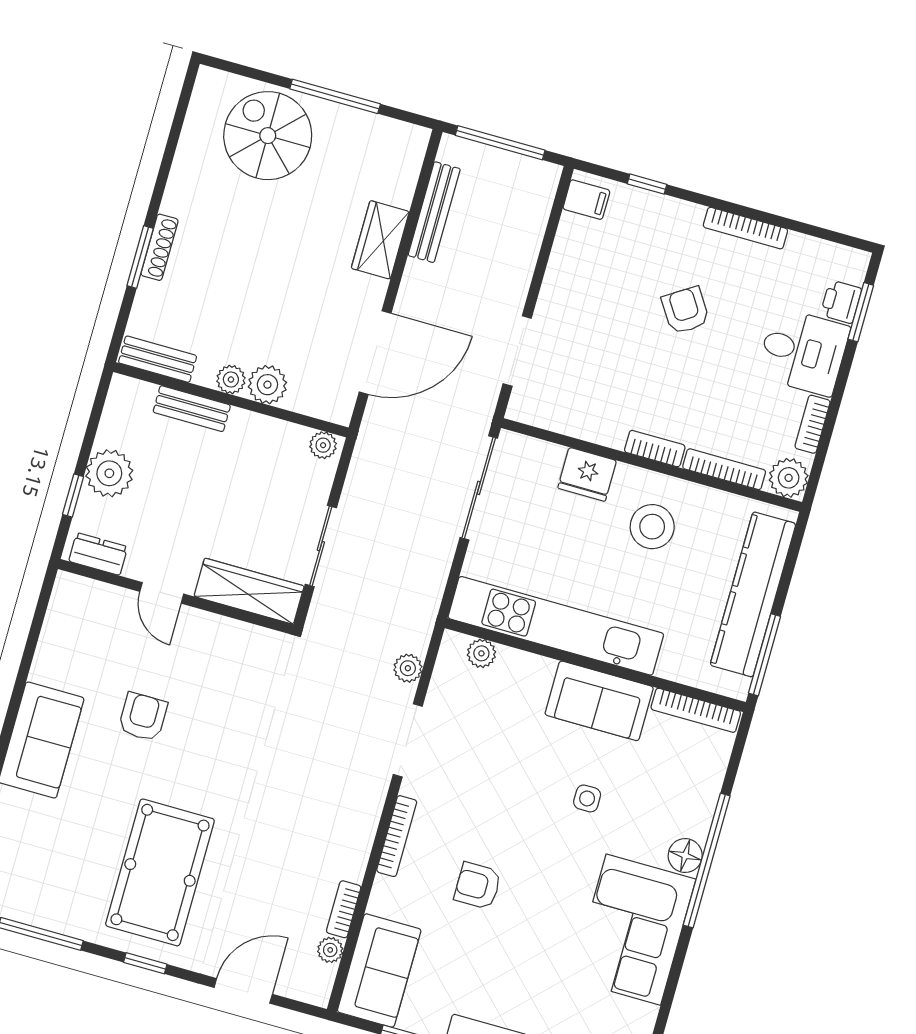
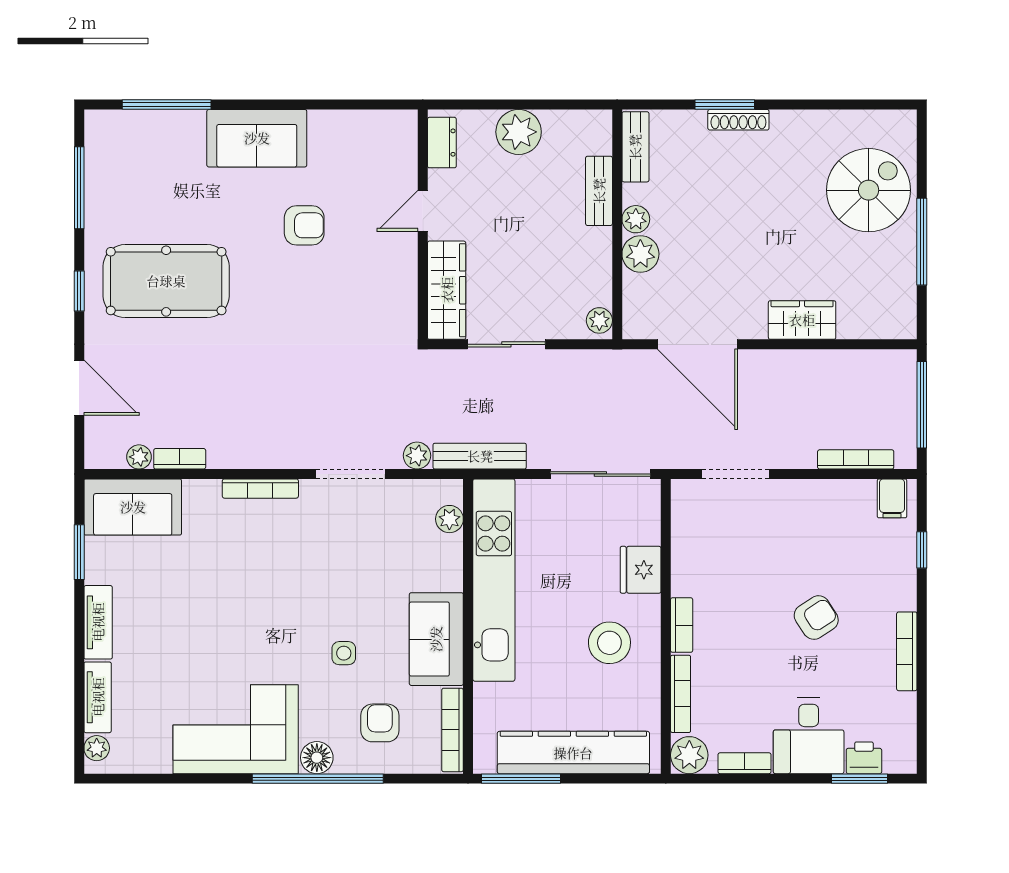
bench: (434, 212) -> (480, 456), moved
bookcase: (537, 225) -> (856, 459), added
window: (73, 495) -> (489, 105), removed
armchair: (478, 886) -> (380, 723), moved

